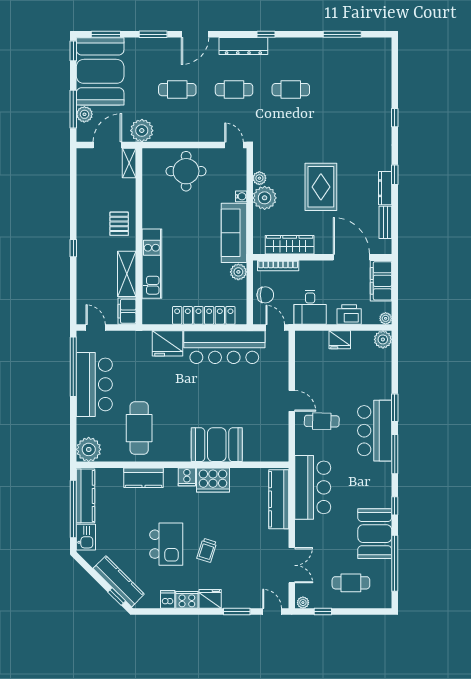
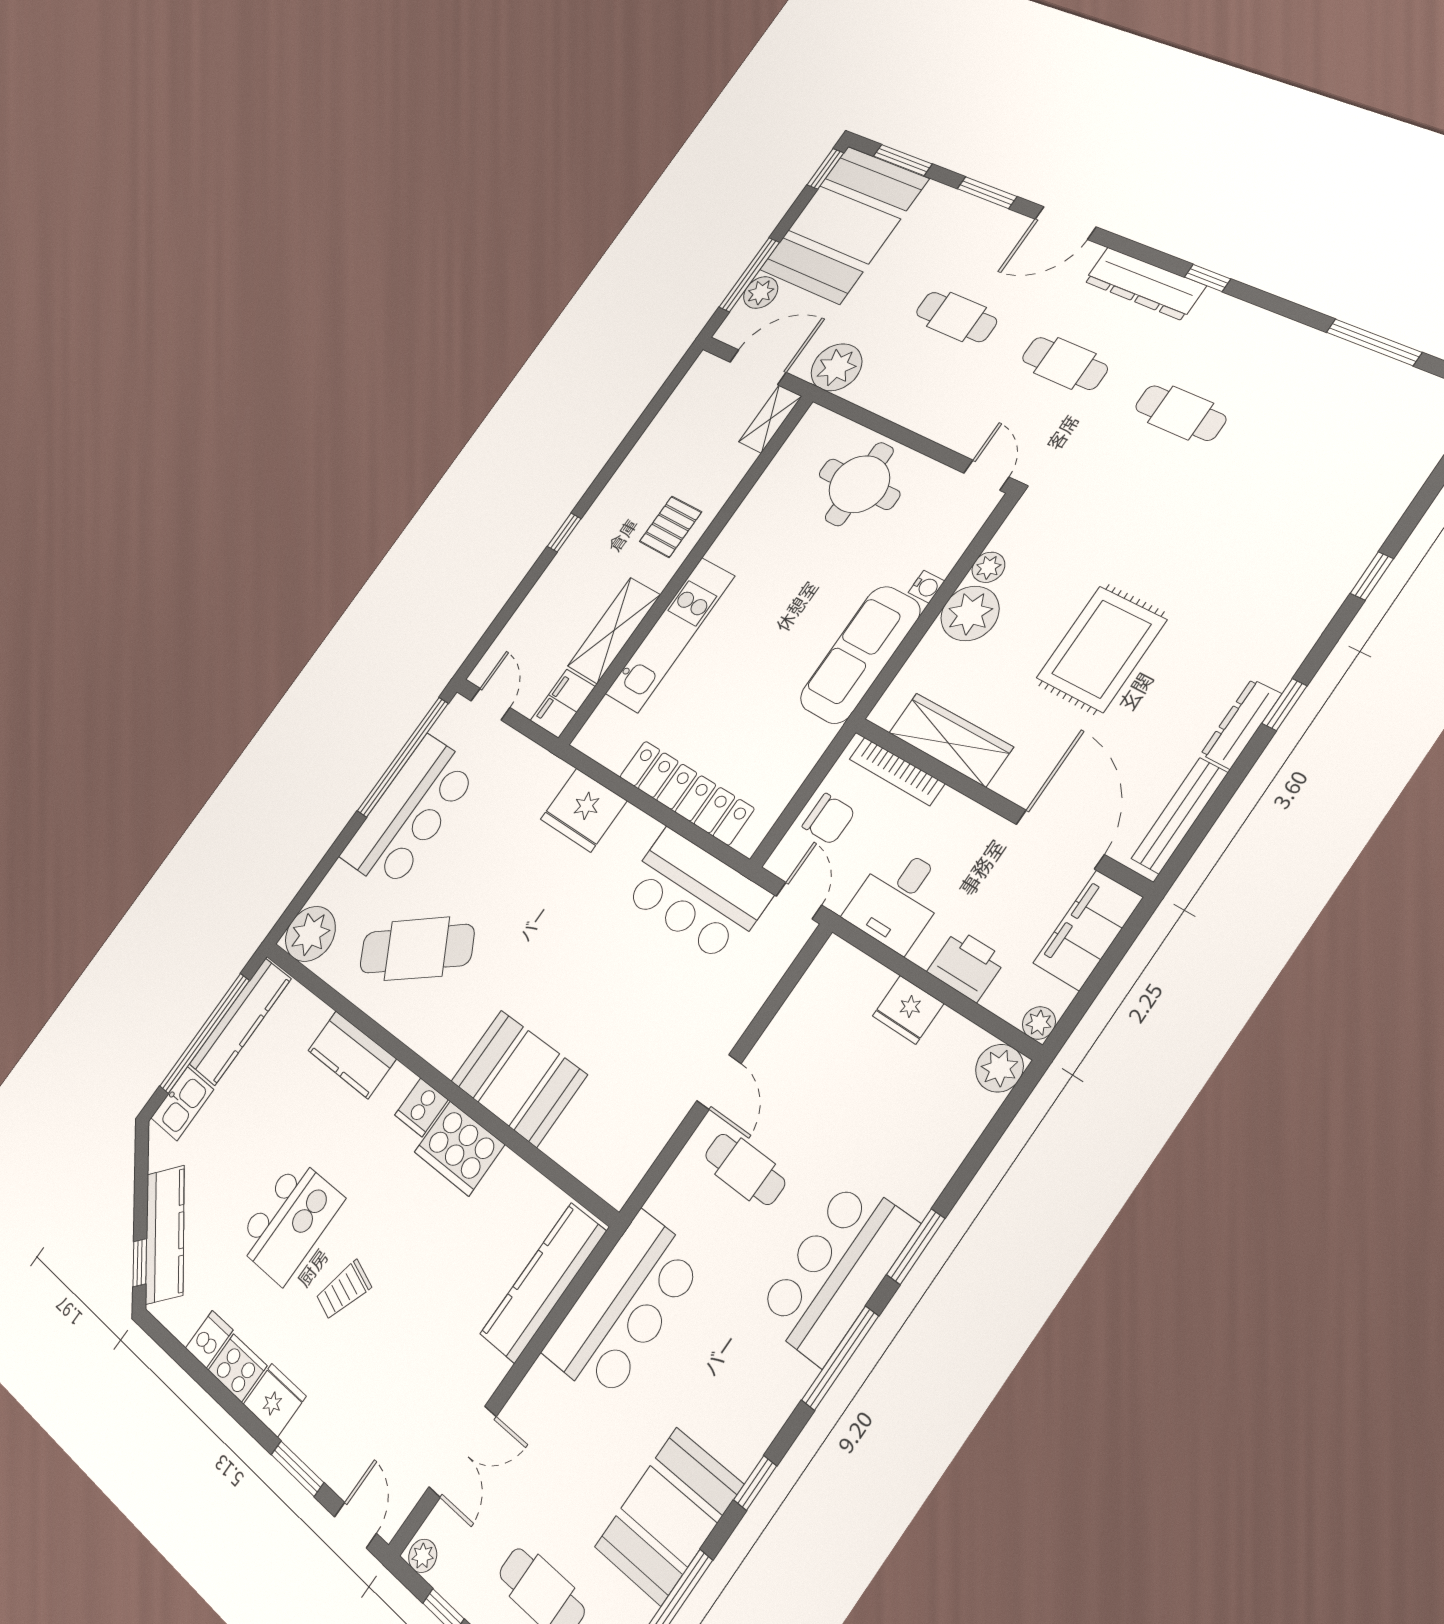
bench: (385, 222) -> (1180, 816), width x1.36
plant: (238, 272) -> (812, 740), removed
bar counter: (224, 347) -> (695, 894), width x0.73
cafe table: (139, 428) -> (417, 949), turned 56

